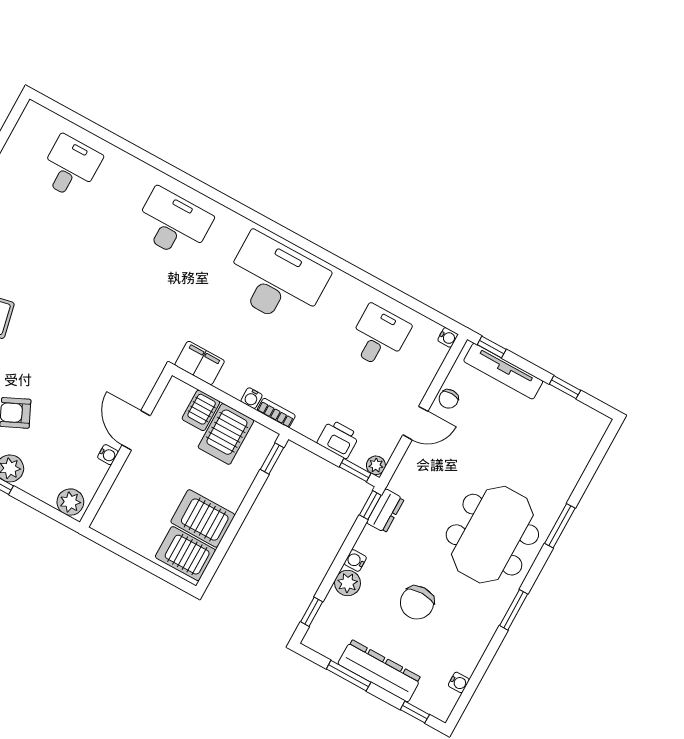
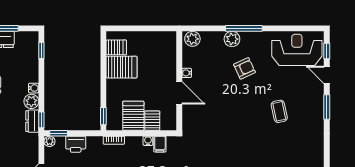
filing cabinet: (200, 363) -> (160, 144), width x0.50
water cooler: (252, 398) -> (148, 141), moved
server rack: (185, 554) -> (116, 47), width x0.73, depth x0.70
plant: (348, 583) -> (31, 101), moved

